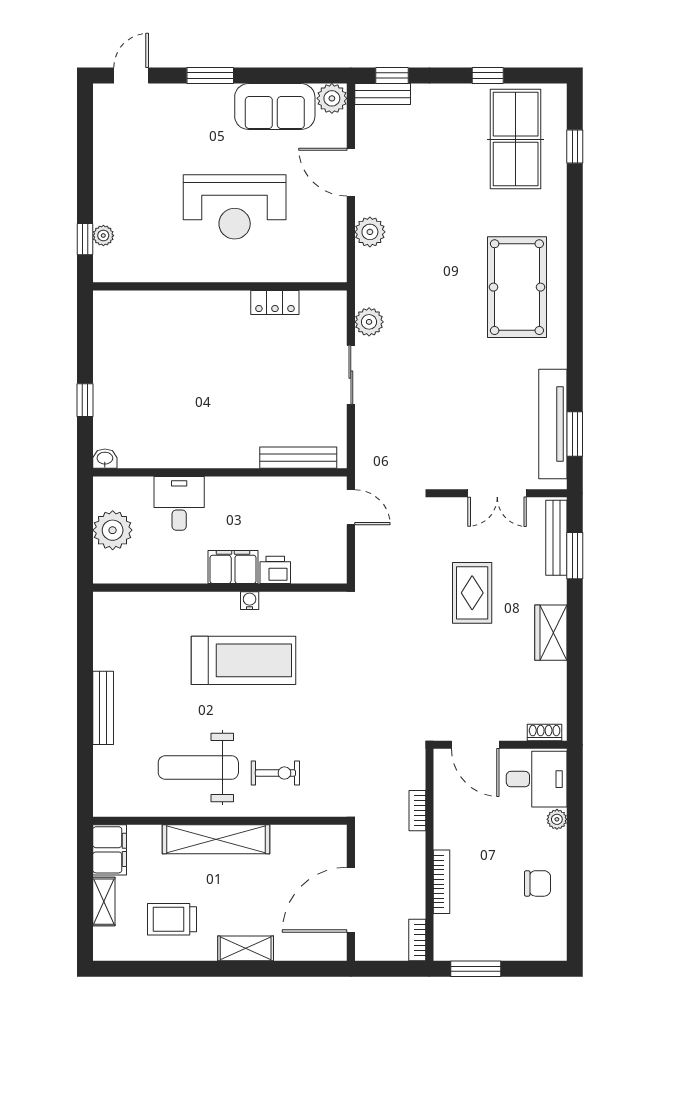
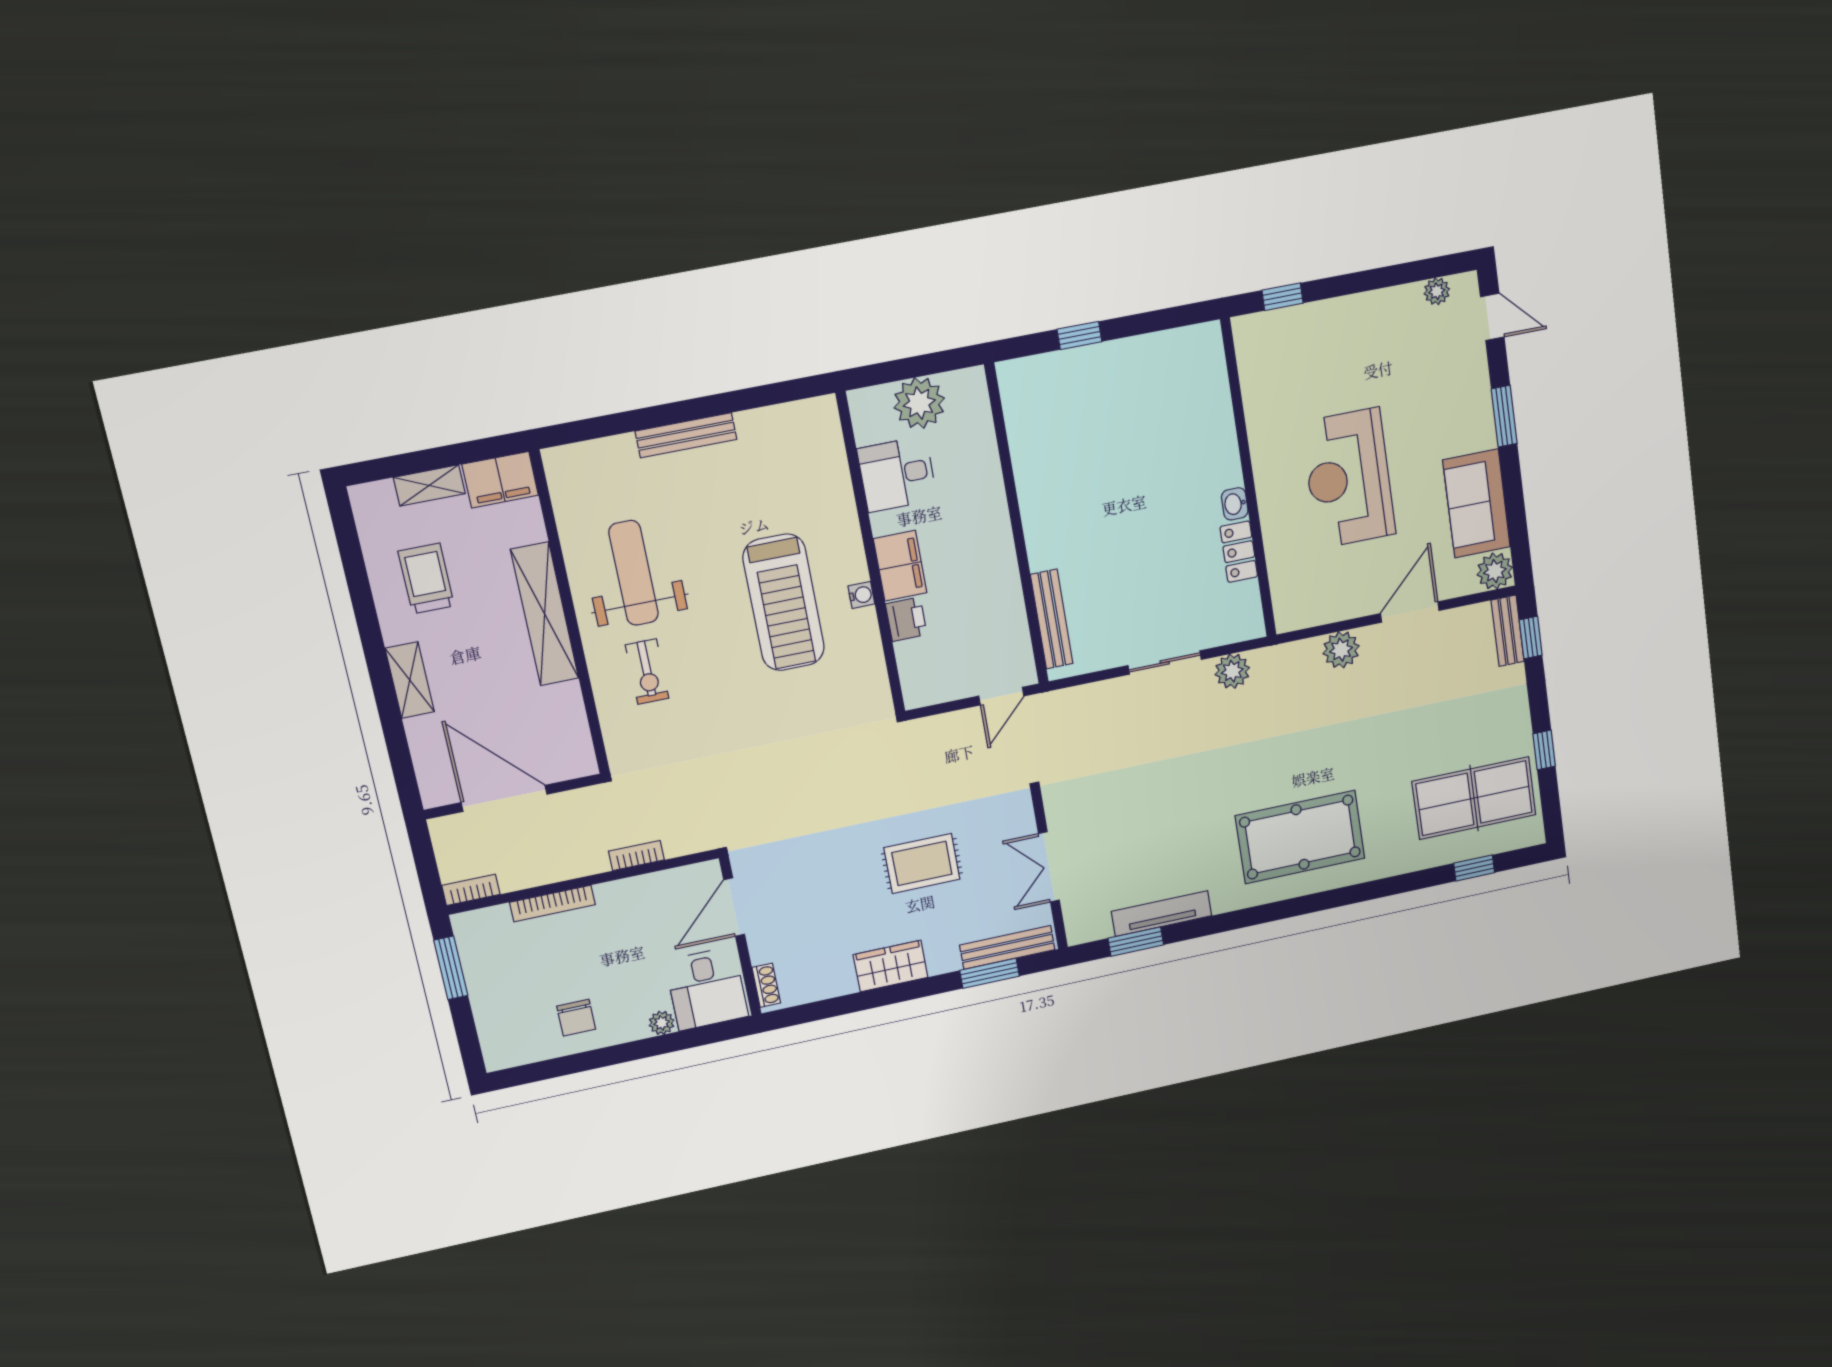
plant: (103, 236) -> (1437, 291), moved
tv unit: (553, 424) -> (1162, 914), width x0.73, depth x0.78
washbasin: (105, 459) -> (1235, 504), moved, turned 180
desk: (179, 503) -> (897, 474), moved, turned 180

